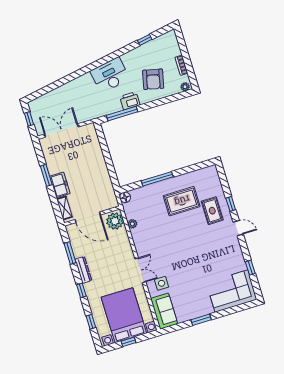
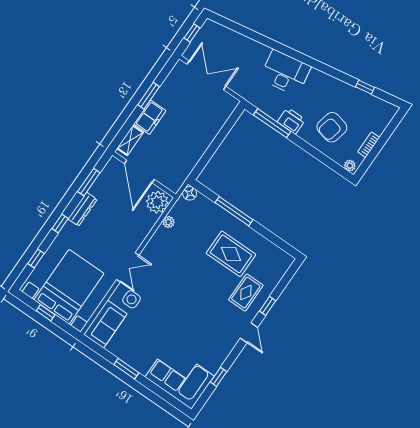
desk: (110, 75) -> (285, 73), moved

